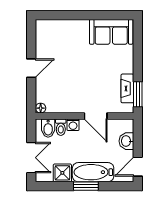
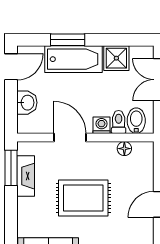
rug: (86, 73) -> (83, 198), added
floor lamp: (41, 108) -> (124, 149), moved
window: (86, 186) -> (68, 40), moved

